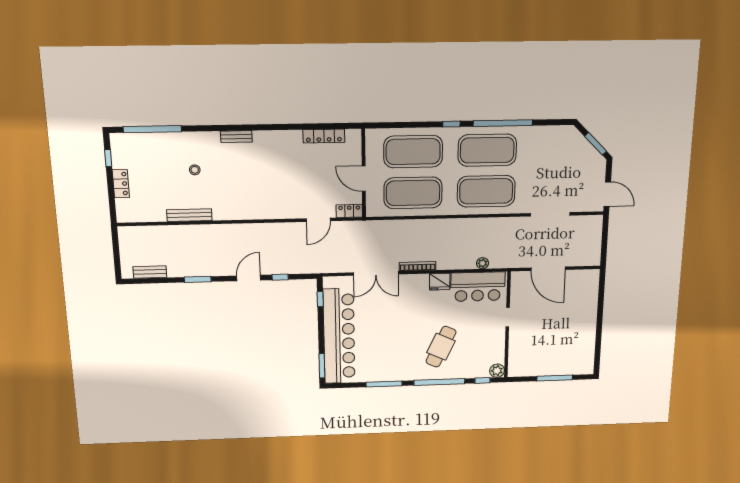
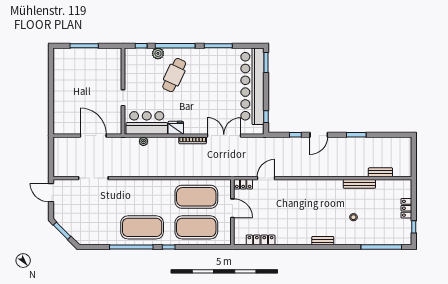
exercise mat: (486, 191) -> (142, 197), removed
bench: (150, 272) -> (380, 172), moved
plant: (497, 371) -> (158, 53), moved

